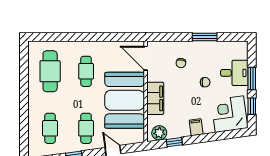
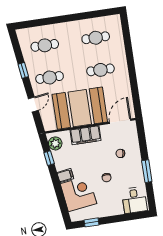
cafe table: (50, 71) -> (96, 38), width x0.73, depth x0.74
desk: (234, 73) -> (134, 200), moved
window: (252, 79) -> (116, 219), removed
corner desk: (229, 114) -> (78, 194), moved

